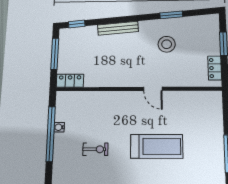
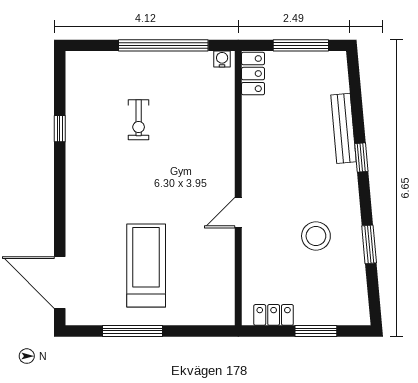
window: (77, 24) -> (361, 158), moved
bench: (118, 28) -> (343, 128), moved
water cooler: (59, 127) -> (222, 59), moved
treadmill: (157, 146) -> (146, 266), moved, turned 180

